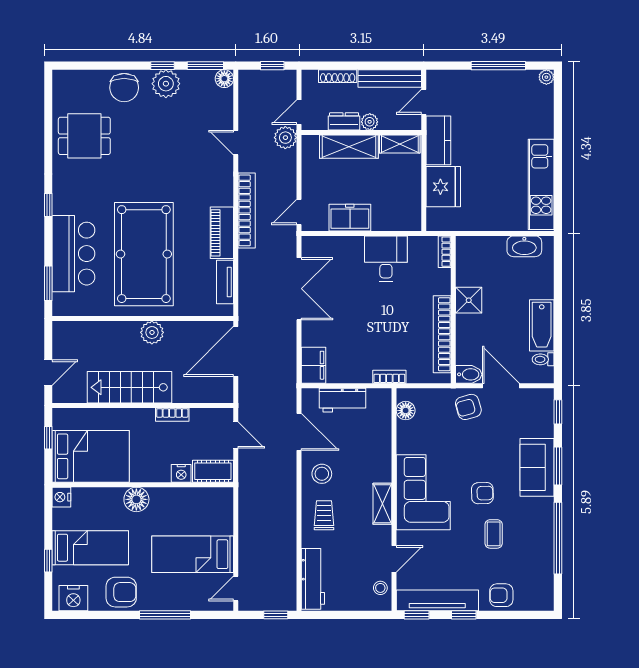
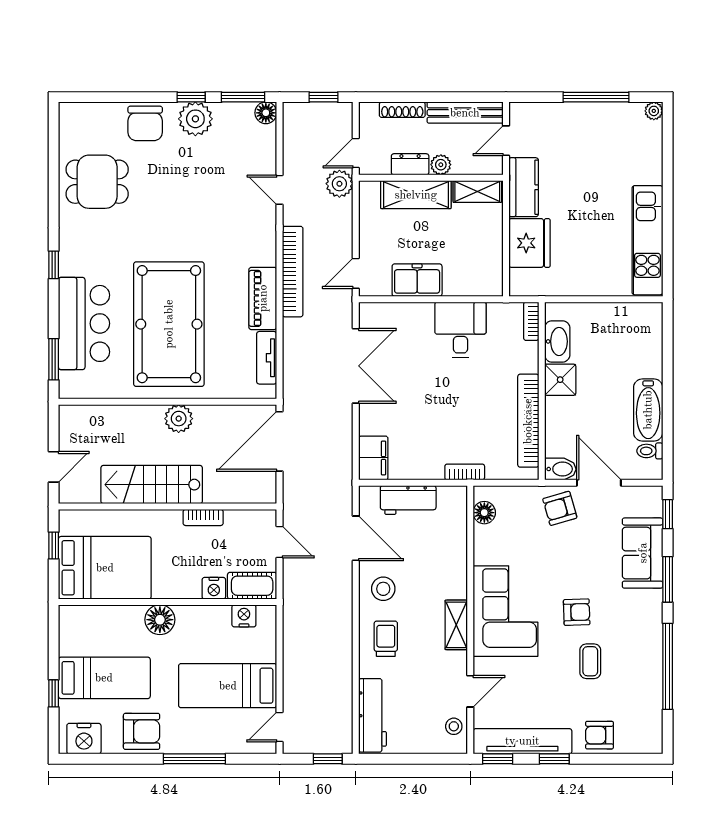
washbasin: (524, 246) -> (557, 341), moved, turned -90
sofa: (537, 467) -> (643, 553), moved
nightstand: (61, 497) -> (244, 616), moved, turned 90

